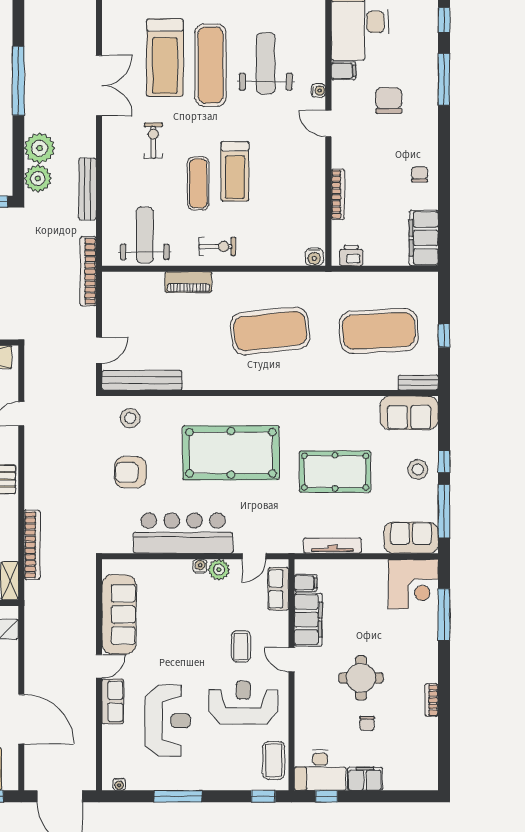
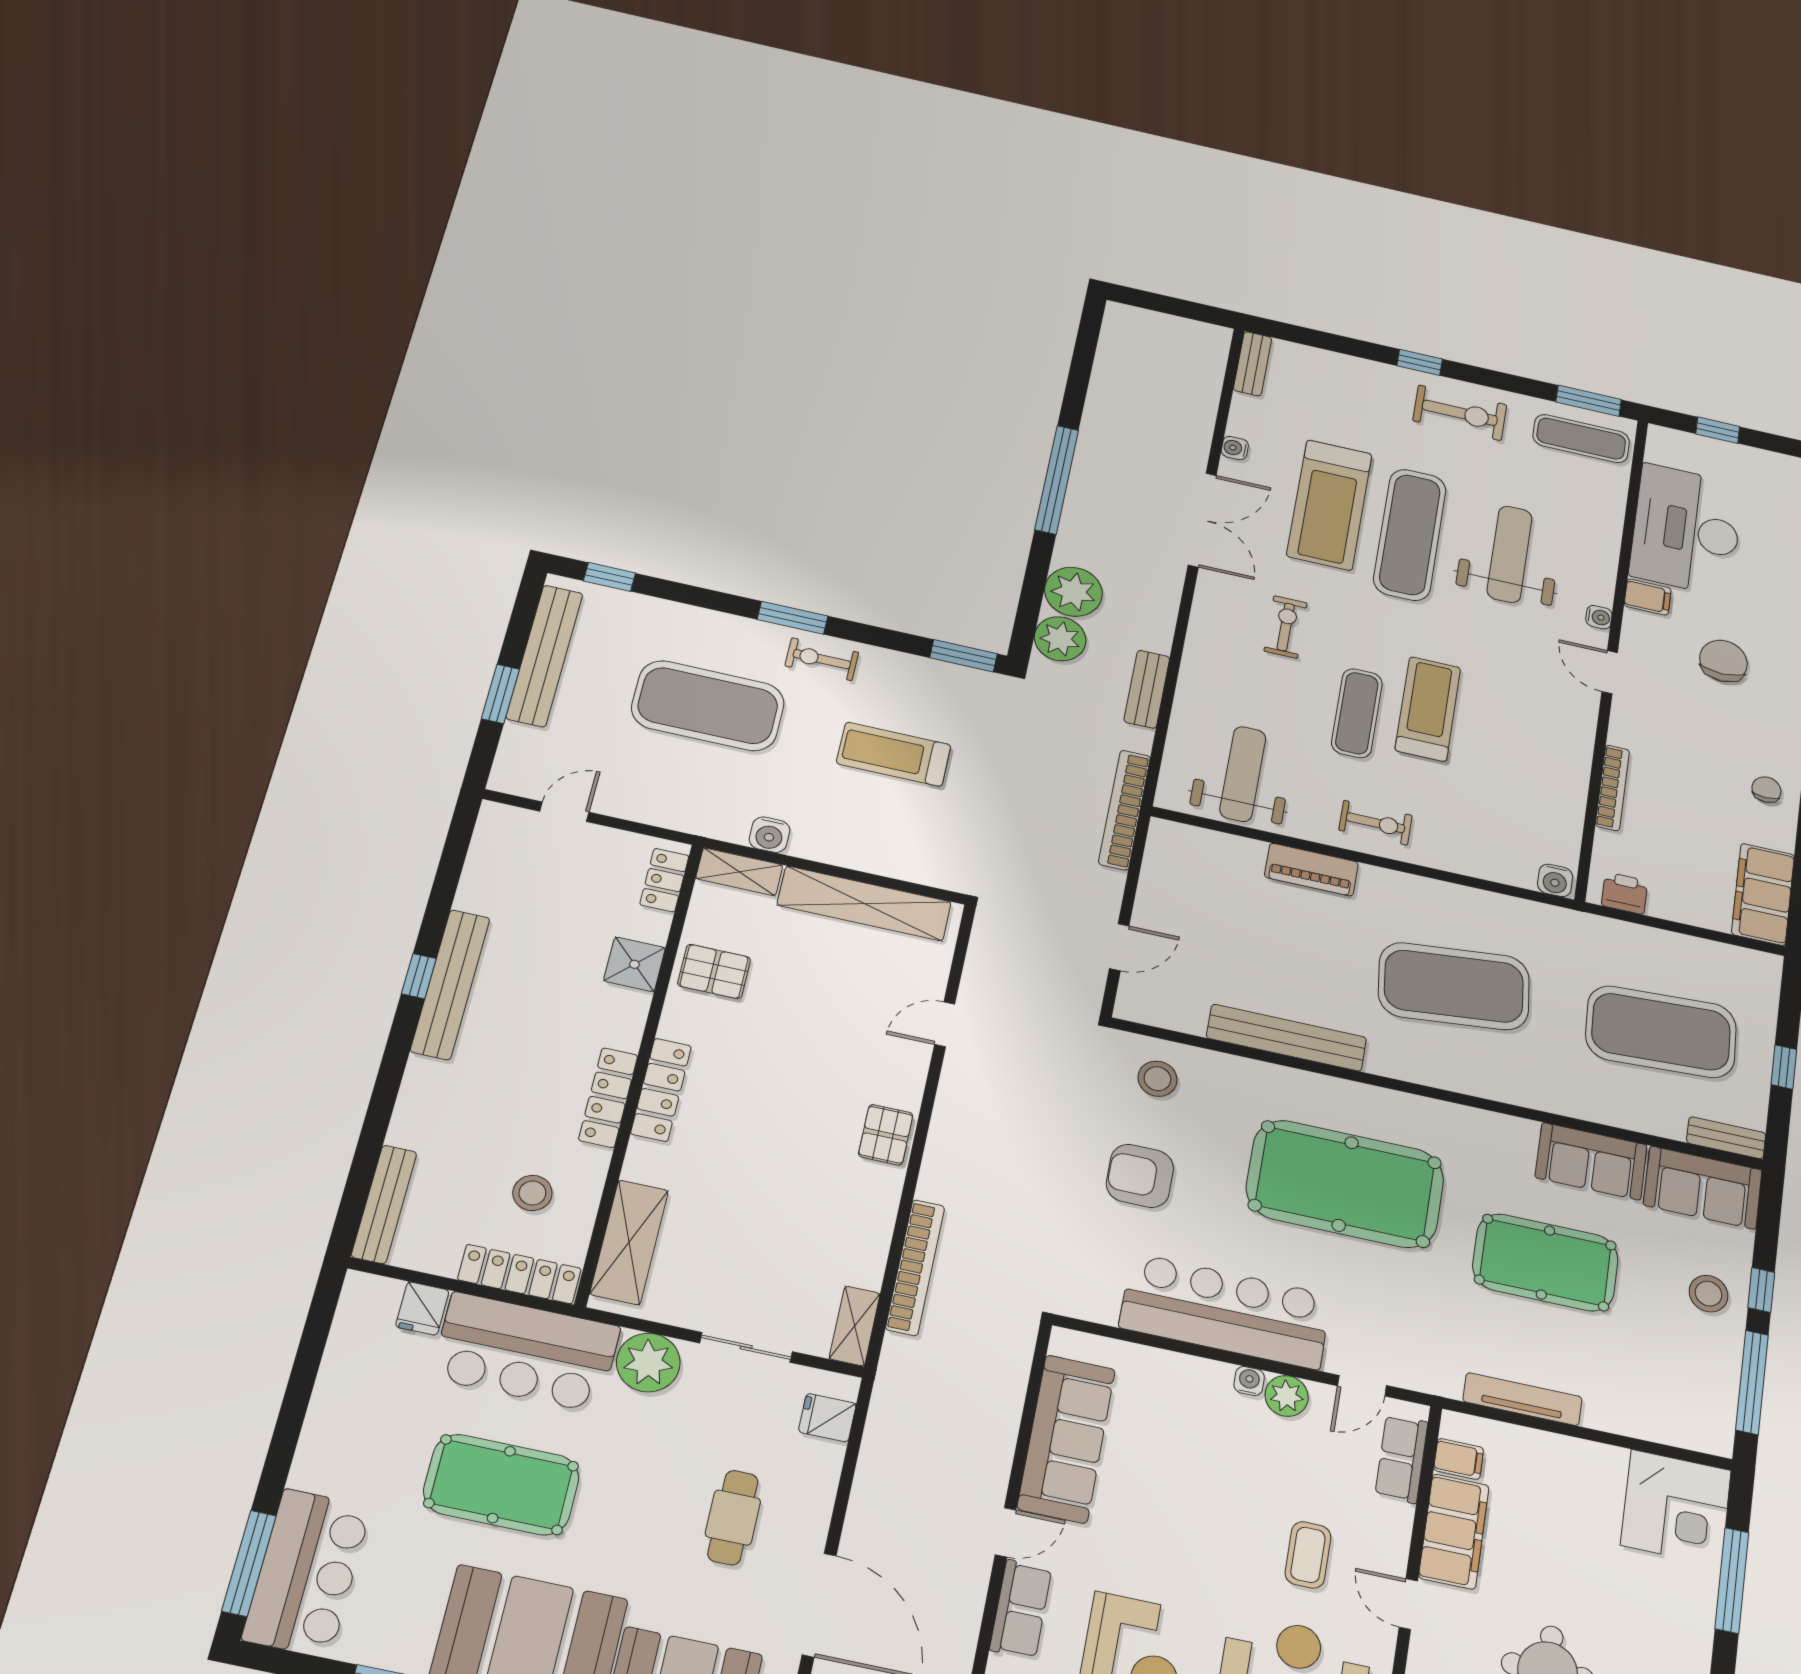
water cooler: (109, 35) -> (1235, 448), added
treadmill: (235, 171) -> (1428, 709), turned 180
bench: (88, 189) -> (1147, 689), width x0.73
bench: (142, 380) -> (1286, 1038), moved
sofa: (411, 538) -> (1591, 1161), moved, turned 180

